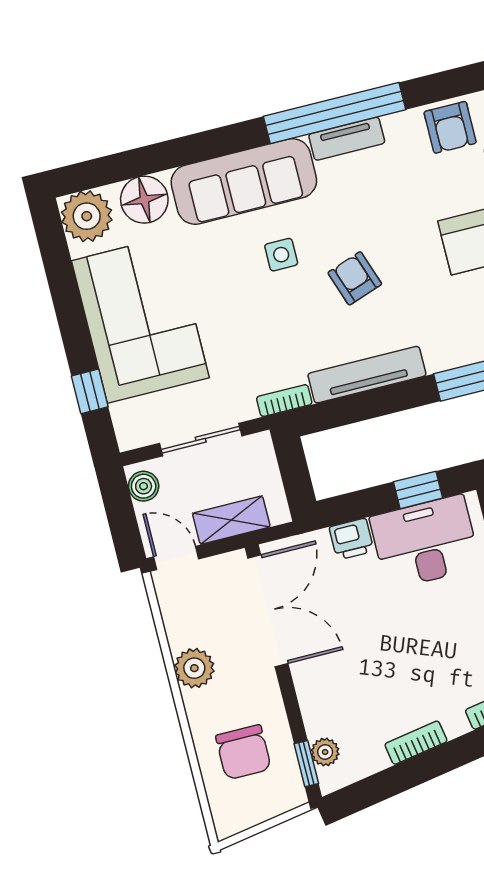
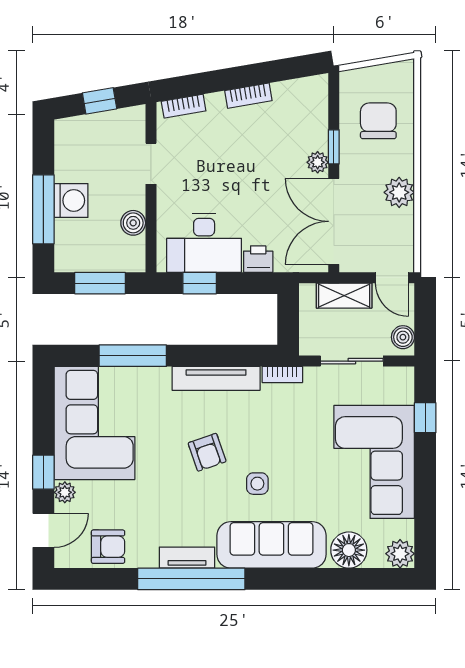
armchair: (450, 127) -> (108, 547), turned 90
plant: (87, 216) -> (400, 554), width x0.73, depth x0.73
plant: (325, 752) -> (318, 162), moved
window: (306, 764) -> (334, 147), moved

